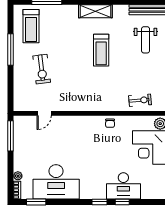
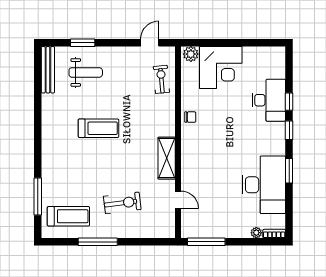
shelving: (95, 11) -> (167, 158), moved
window: (36, 202) -> (289, 171), moved

